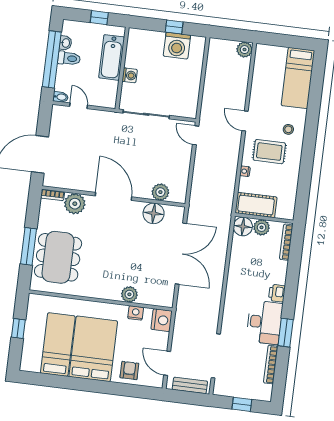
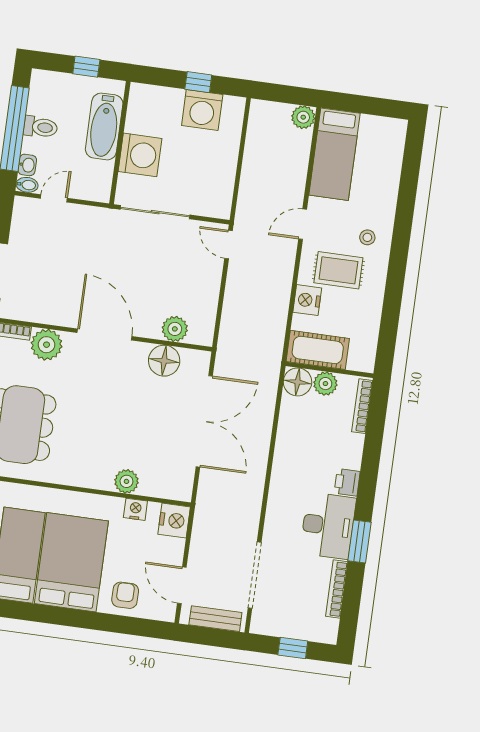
washbasin: (66, 43) -> (27, 165), moved
washing machine: (130, 75) -> (140, 155), width x1.89, depth x1.89
bed: (298, 78) -> (334, 154), moved
door: (79, 106) -> (54, 198), hinge flipped
door: (245, 121) -> (303, 224), hinge flipped
nightstand: (245, 171) -> (307, 300), width x1.89, depth x1.79

